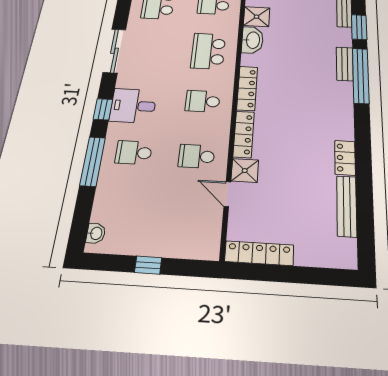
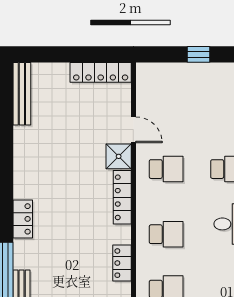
locker: (247, 88) -> (122, 263), width x0.66
locker: (345, 158) -> (23, 219), moved
bench: (347, 206) -> (22, 94), moved

